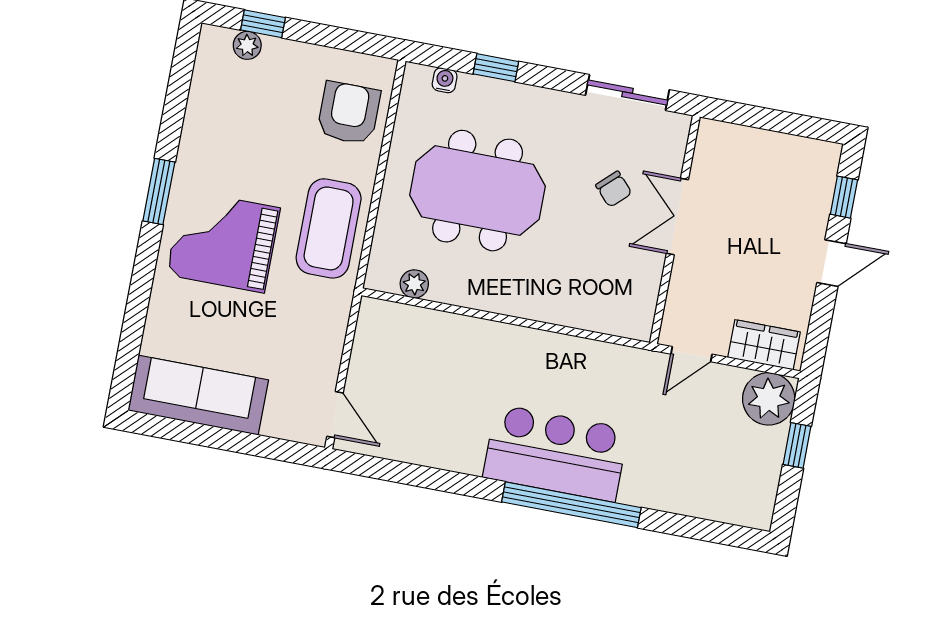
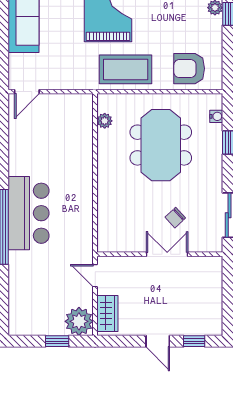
armchair: (349, 113) -> (189, 69), turned 180

